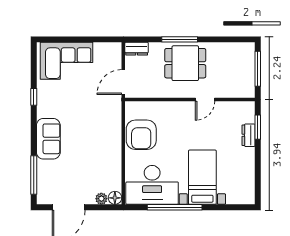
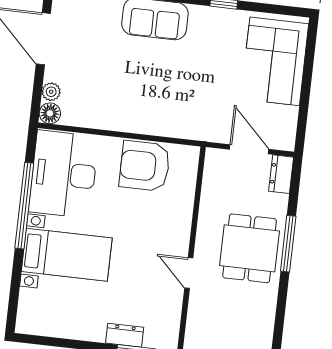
door: (123, 82) -> (249, 149), moved

